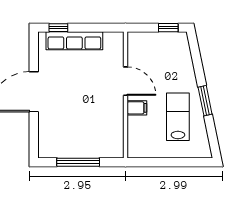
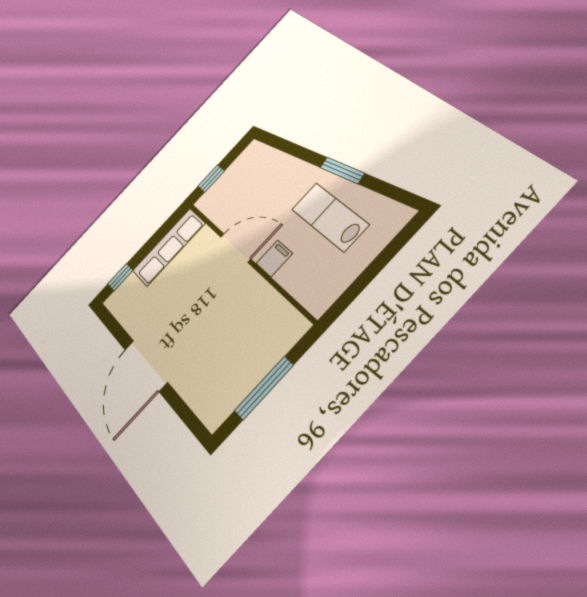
window: (168, 28) -> (211, 179), moved
row of seats: (74, 41) -> (169, 247), moved

